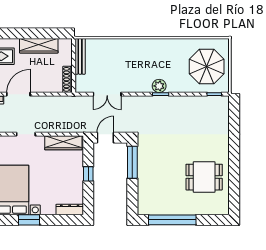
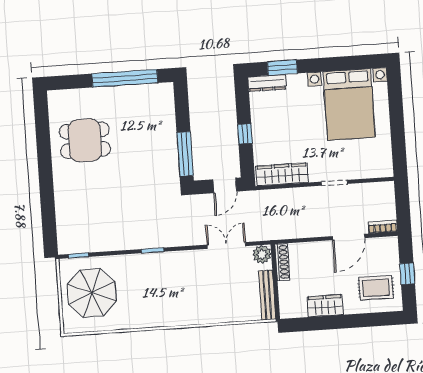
wardrobe: (39, 46) -> (325, 306), width x0.67
plant: (159, 86) -> (262, 254), moved
window: (29, 220) -> (282, 68), moved

